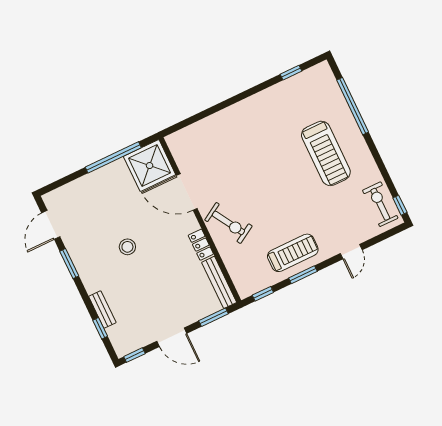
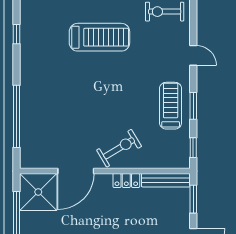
window: (212, 110) -> (17, 116), added

